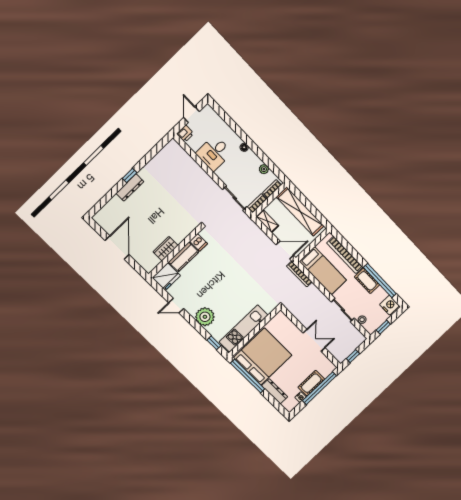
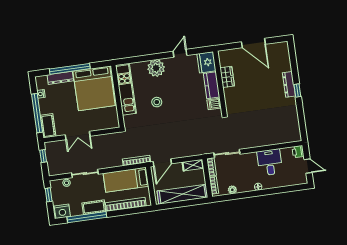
stool: (235, 294) -> (157, 102), added
window: (214, 343) -> (132, 60), removed
window: (248, 376) -> (70, 69), moved
cot: (311, 383) -> (48, 126), moved

